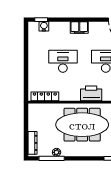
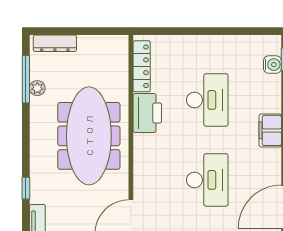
printer: (91, 93) -> (147, 113), moved

